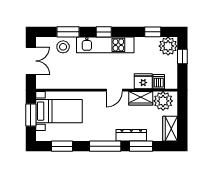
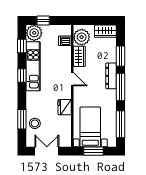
window: (104, 32) -> (22, 76), moved
kitchen unit: (105, 45) -> (33, 66), moved
fridge: (143, 81) -> (65, 107), moved
dresser: (131, 135) -> (111, 76), moved
window: (62, 146) -> (120, 124), width x1.44

